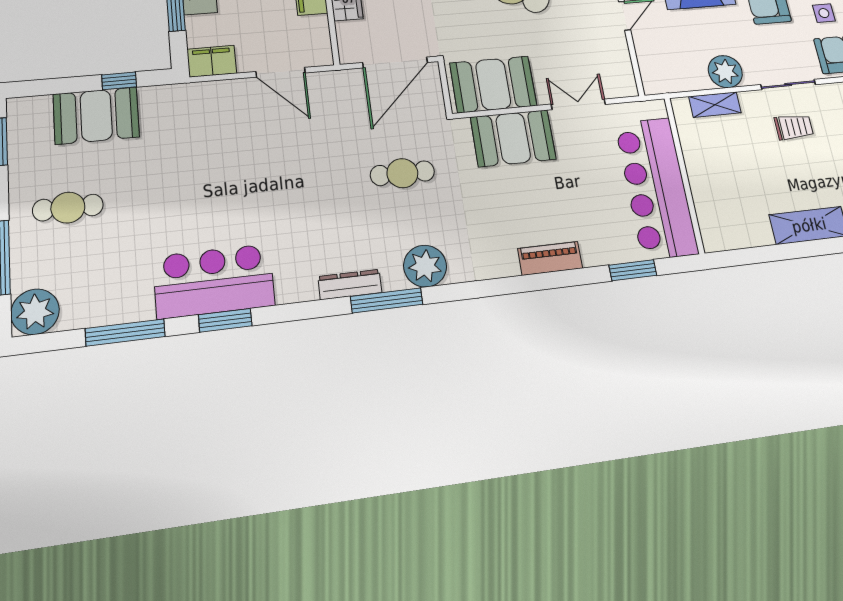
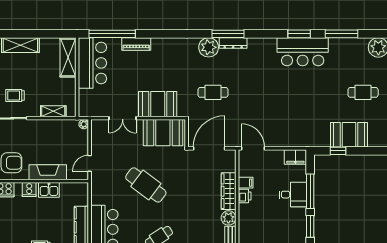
door: (281, 72) -> (253, 148), moved
plant: (725, 72) -> (84, 124), moved, width x0.53, depth x0.53
bar counter: (656, 188) -> (92, 63), width x0.73
shelving: (711, 212) -> (68, 57), added
piano: (550, 258) -> (136, 44), moved
window: (633, 270) -> (112, 34), width x2.11
dresser: (350, 285) -> (233, 43), moved

